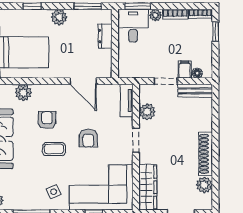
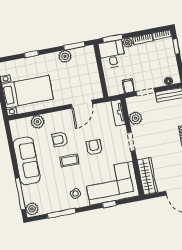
plant: (59, 17) -> (65, 56), moved
dresser: (105, 36) -> (92, 66), removed
filing cabinet: (185, 70) -> (128, 86), moved
door: (83, 81) -> (82, 104), hinge flipped
armchair: (47, 120) -> (60, 139), turned -90
armchair: (88, 138) -> (94, 147), turned 180

